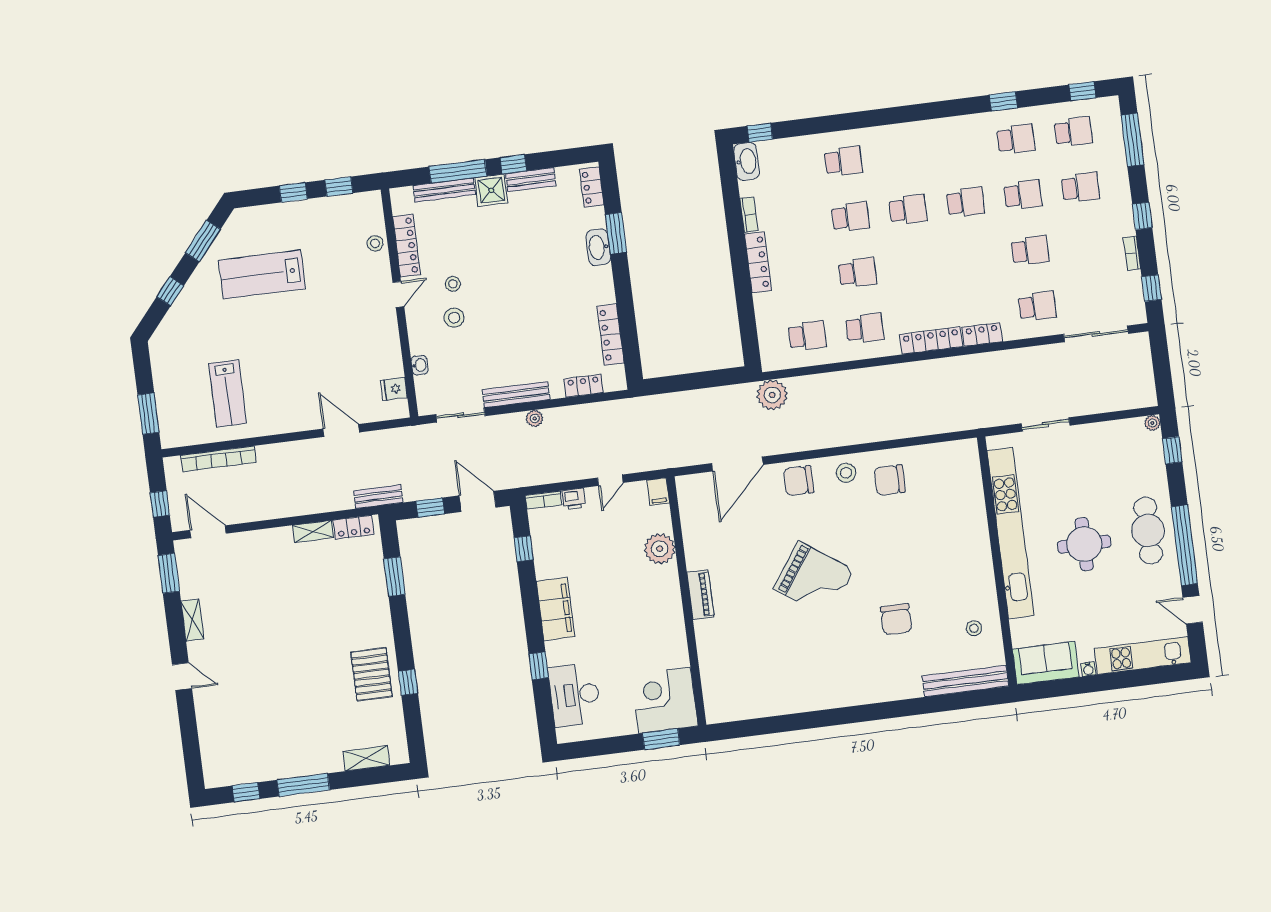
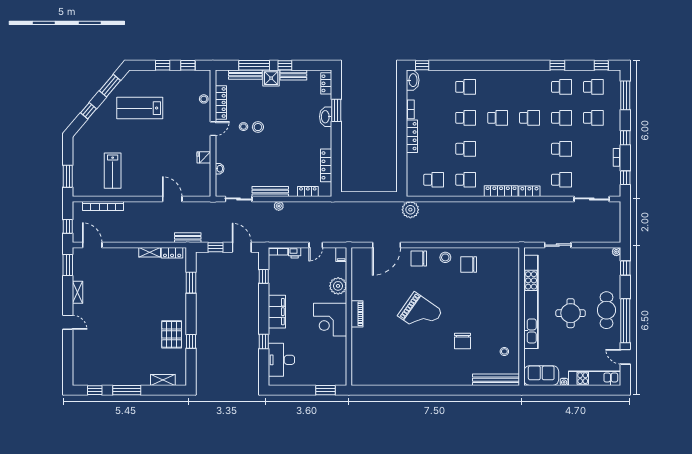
stool: (454, 318) -> (258, 127), moved
fridge: (394, 389) -> (204, 157), moved
corner desk: (665, 700) -> (330, 320), moved, turned -90

